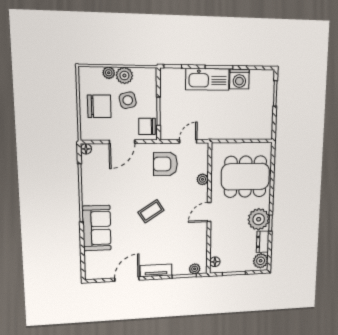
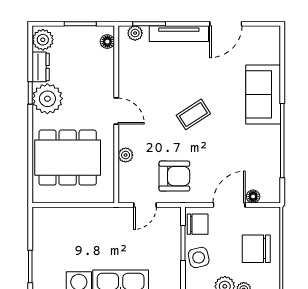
side table: (128, 100) -> (199, 257), moved
floor lamp: (86, 149) -> (253, 196), moved
door: (209, 212) -> (116, 111), hinge flipped
tv unit: (156, 270) -> (179, 34), width x1.41

